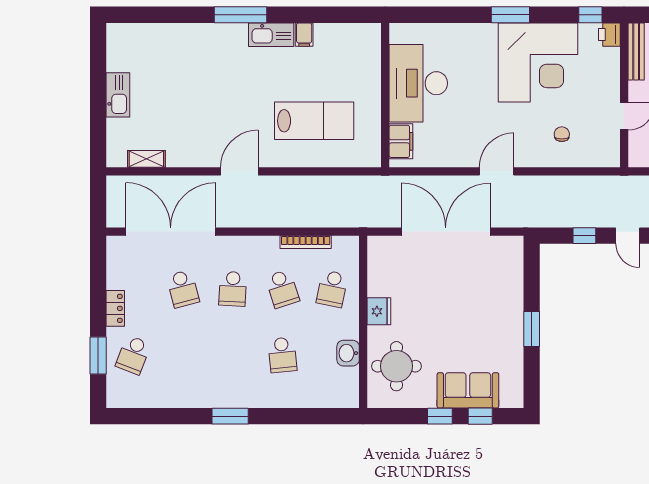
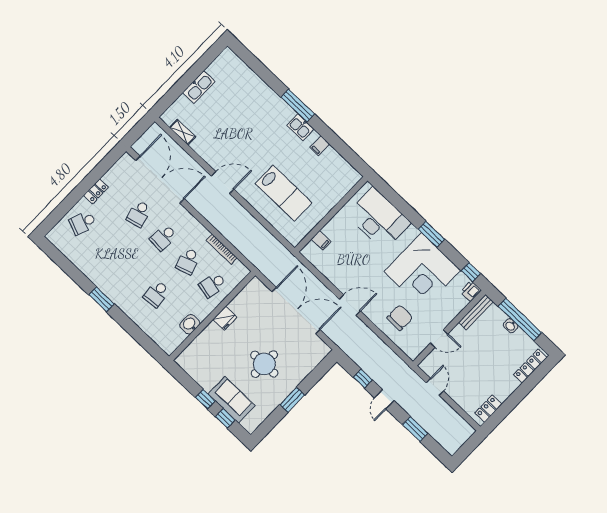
kitchen sink: (271, 35) -> (300, 127), width x0.73
desk: (418, 83) -> (378, 219), moved, turned 90
chair: (562, 134) -> (400, 318), width x1.87, depth x1.87
filing cabinet: (401, 141) -> (321, 240), width x0.50
window: (98, 356) -> (65, 206), removed
round table: (396, 366) -> (264, 364), moved

